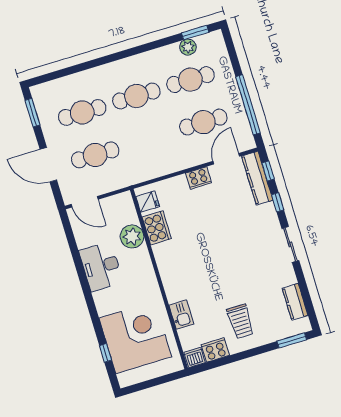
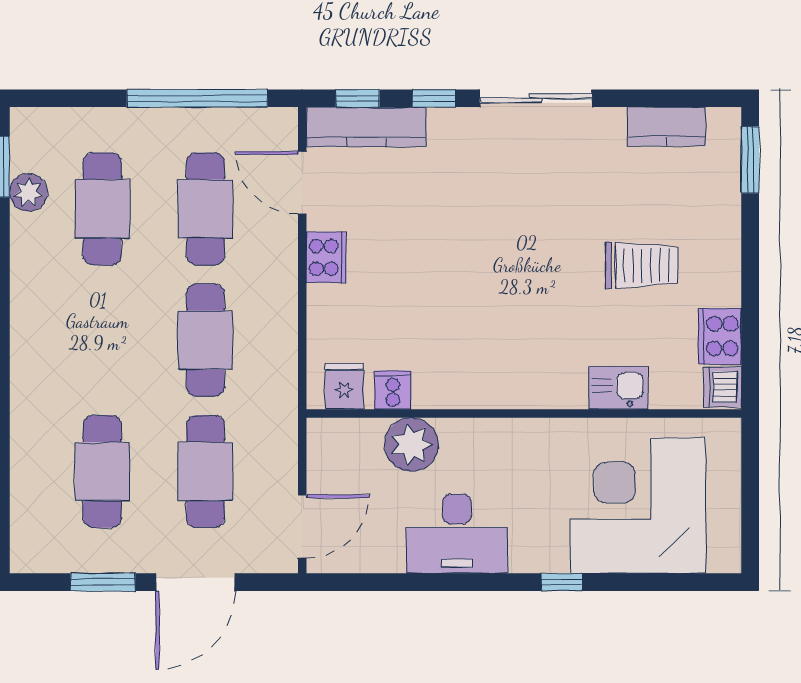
cafe table: (136, 96) -> (205, 340), moved
window: (33, 113) -> (103, 582), moved
cooker: (157, 228) -> (393, 390), width x0.53, depth x0.76
sliding door: (290, 244) -> (536, 98), width x1.37
trolley: (240, 321) -> (642, 265), moved
window: (105, 353) -> (562, 582), moved

